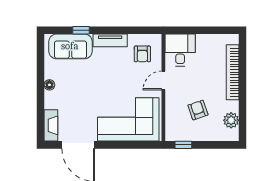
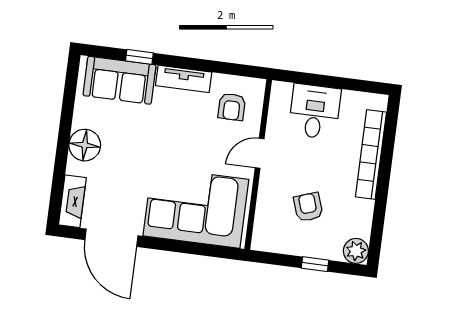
desk: (180, 50) -> (315, 111), moved
floor lamp: (49, 85) -> (85, 145), width x1.89, depth x1.89
plant: (231, 120) -> (356, 251), moved
window: (183, 145) -> (315, 264), moved

